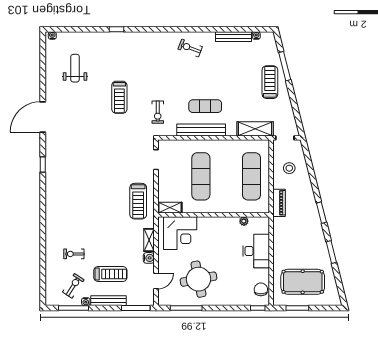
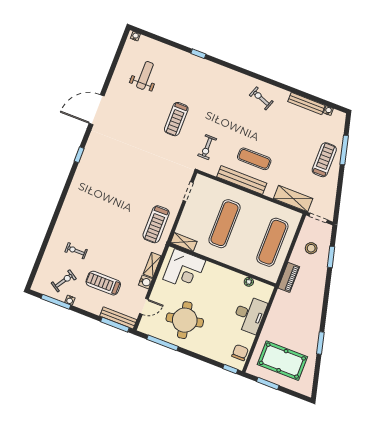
window: (321, 213) -> (331, 257), moved
treadmill: (110, 274) -> (103, 283), turned 180
bench: (108, 301) -> (118, 318), moved

